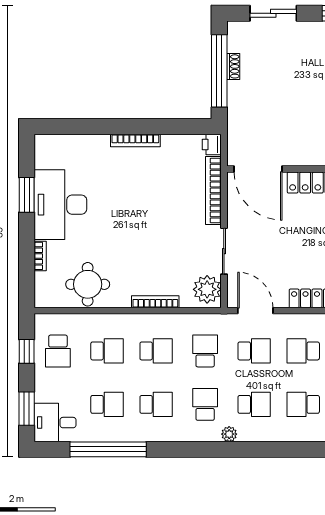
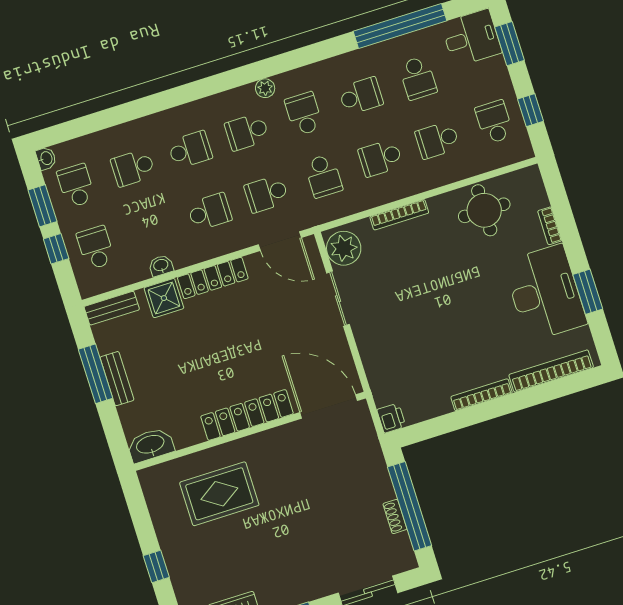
bookcase: (213, 190) -> (551, 371), moved, turned -90
school desk: (107, 404) -> (418, 78), turned -90
school desk: (156, 404) -> (361, 96), turned 180
school desk: (205, 404) -> (304, 114), turned 180

